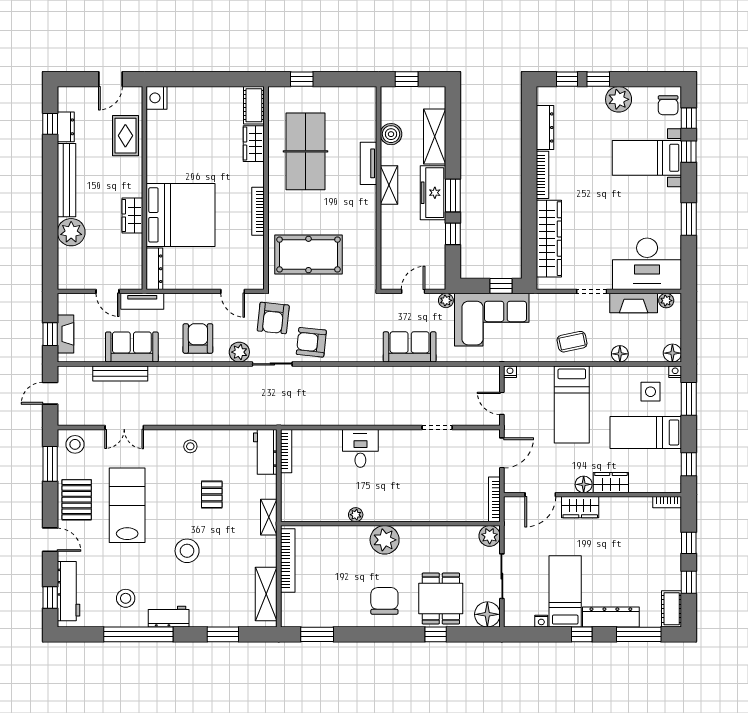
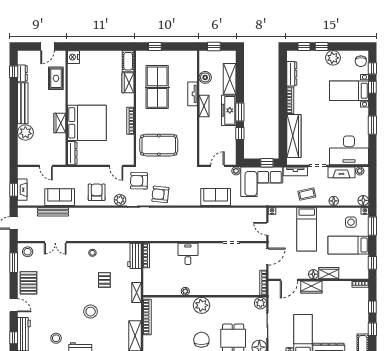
tv unit: (142, 301) -> (295, 171), moved
armchair: (273, 318) -> (139, 181), turned 85
lab bench: (127, 505) -> (57, 286), removed

